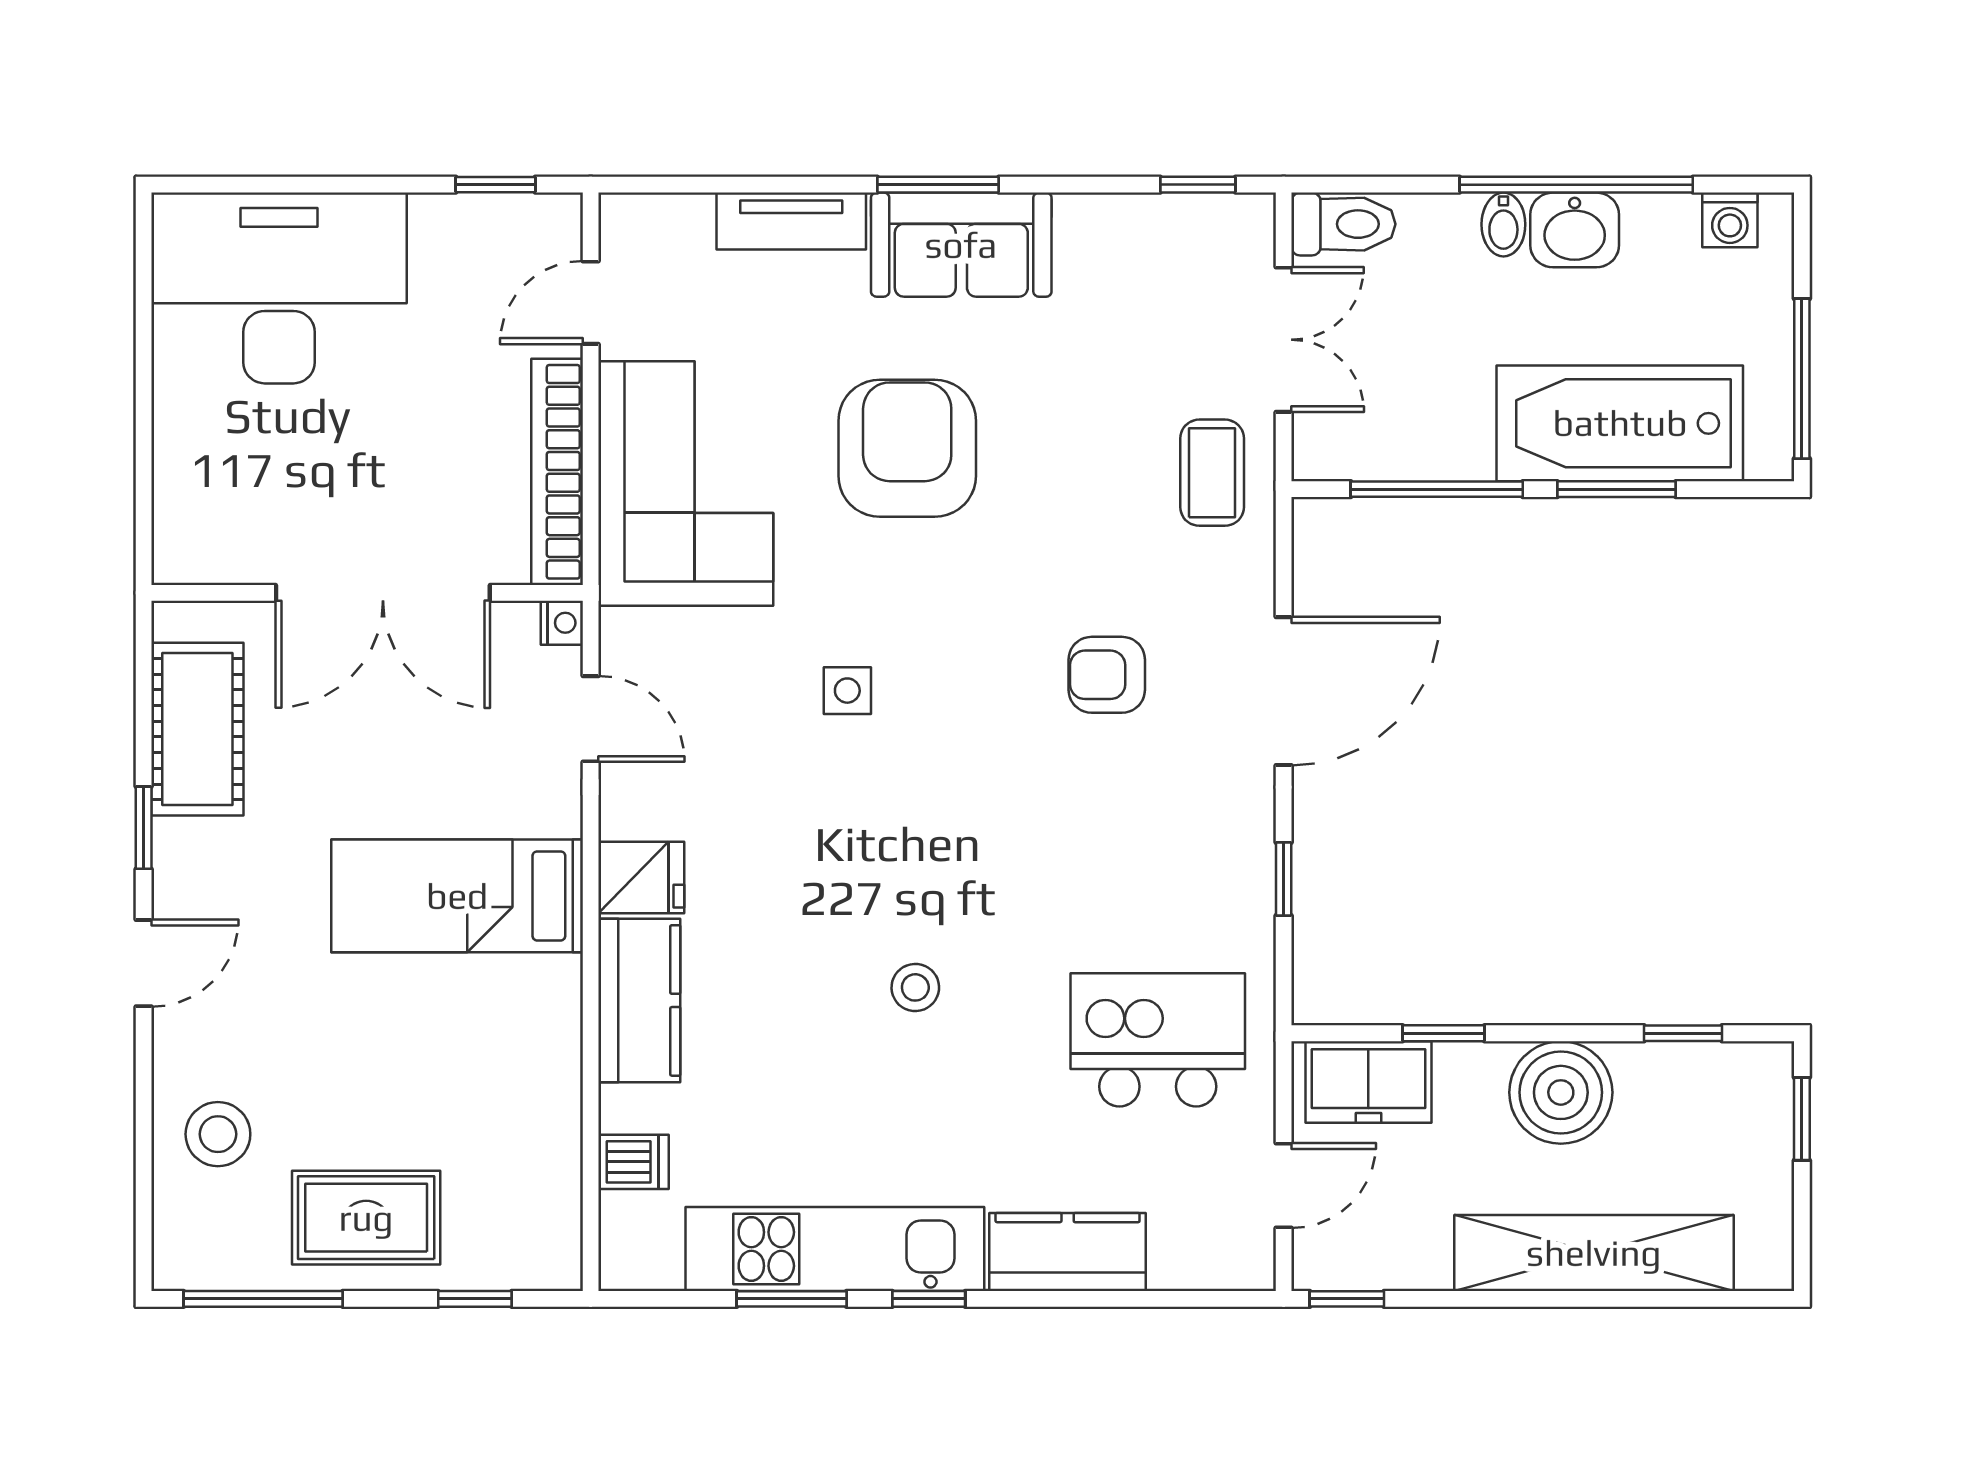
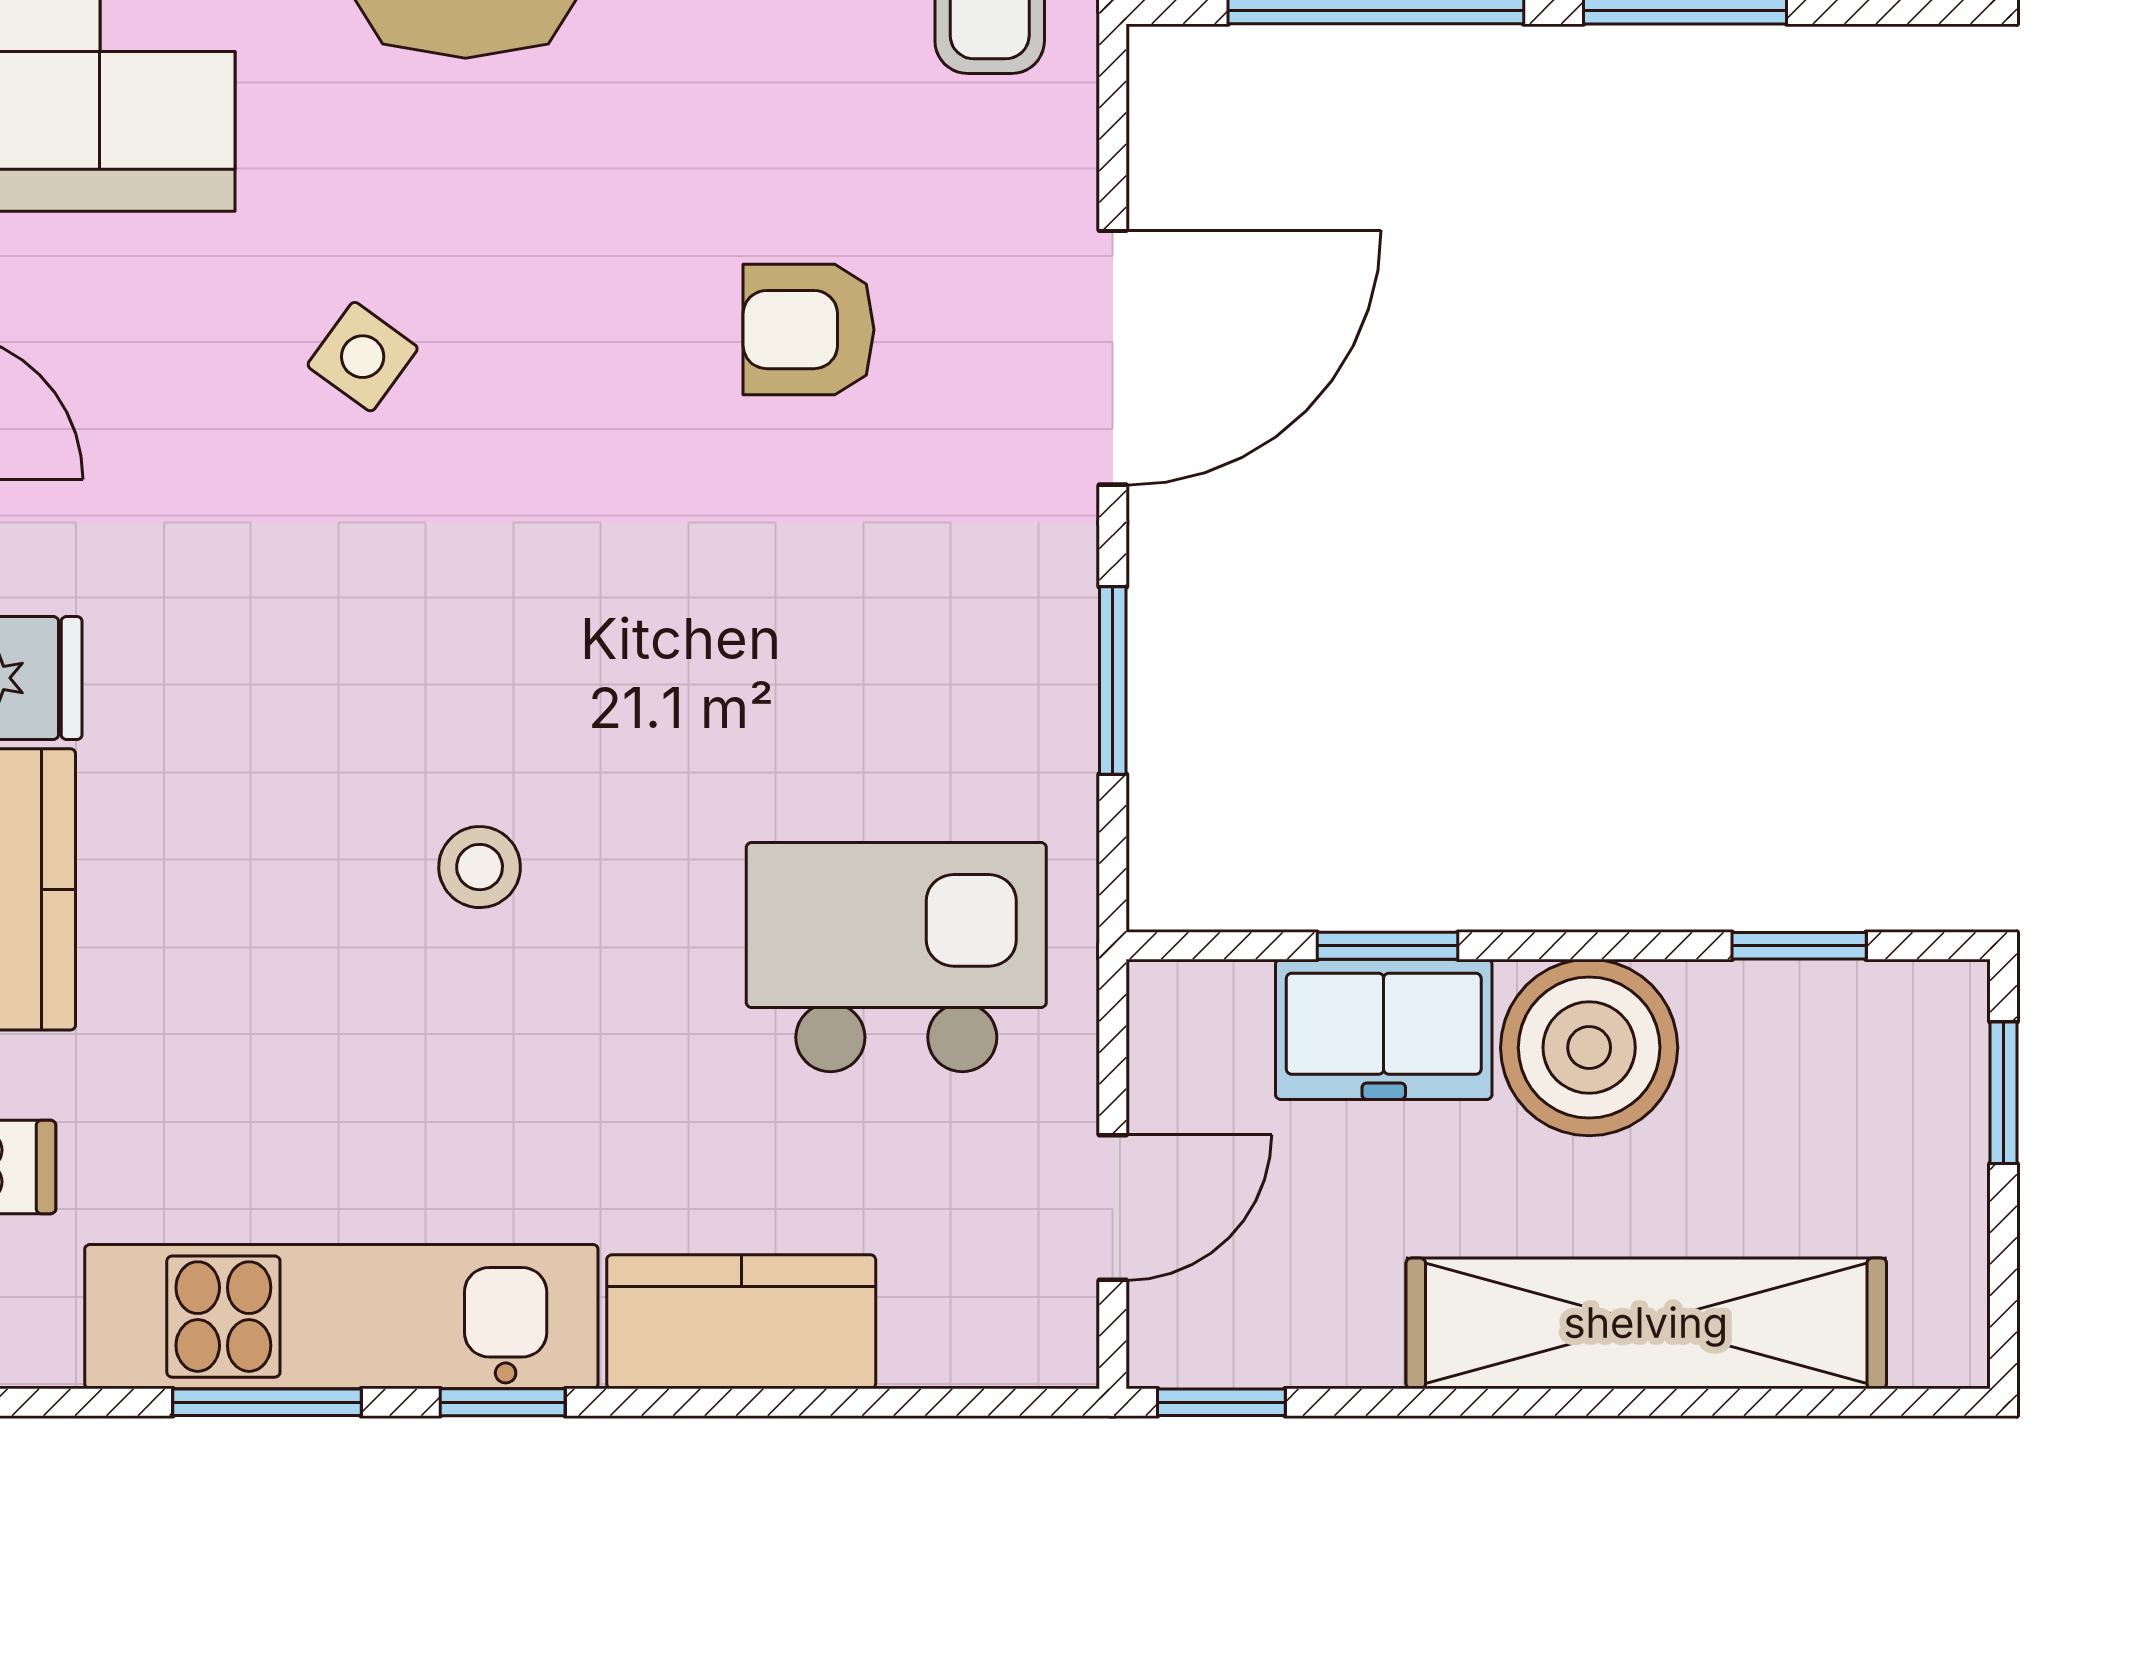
side table: (847, 691) -> (363, 357), turned 36
window: (1284, 879) -> (1113, 680), width x1.50
freezer: (1368, 1082) -> (1384, 1029), moved

